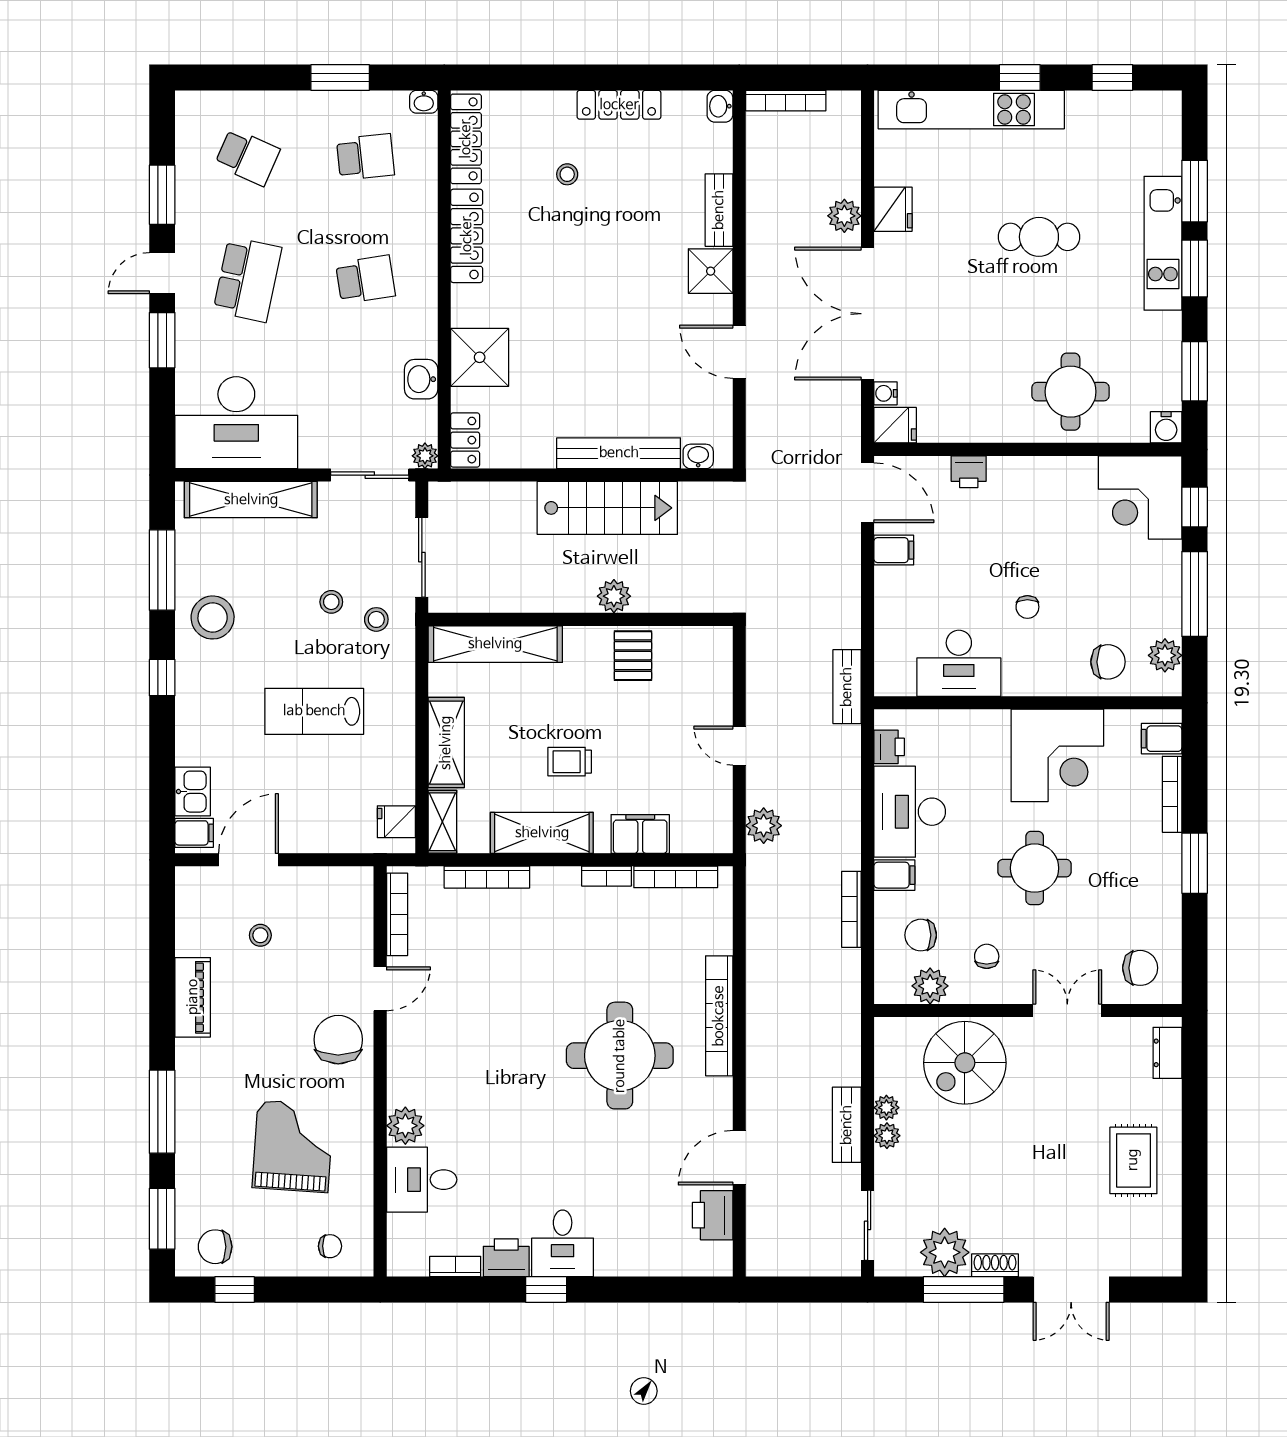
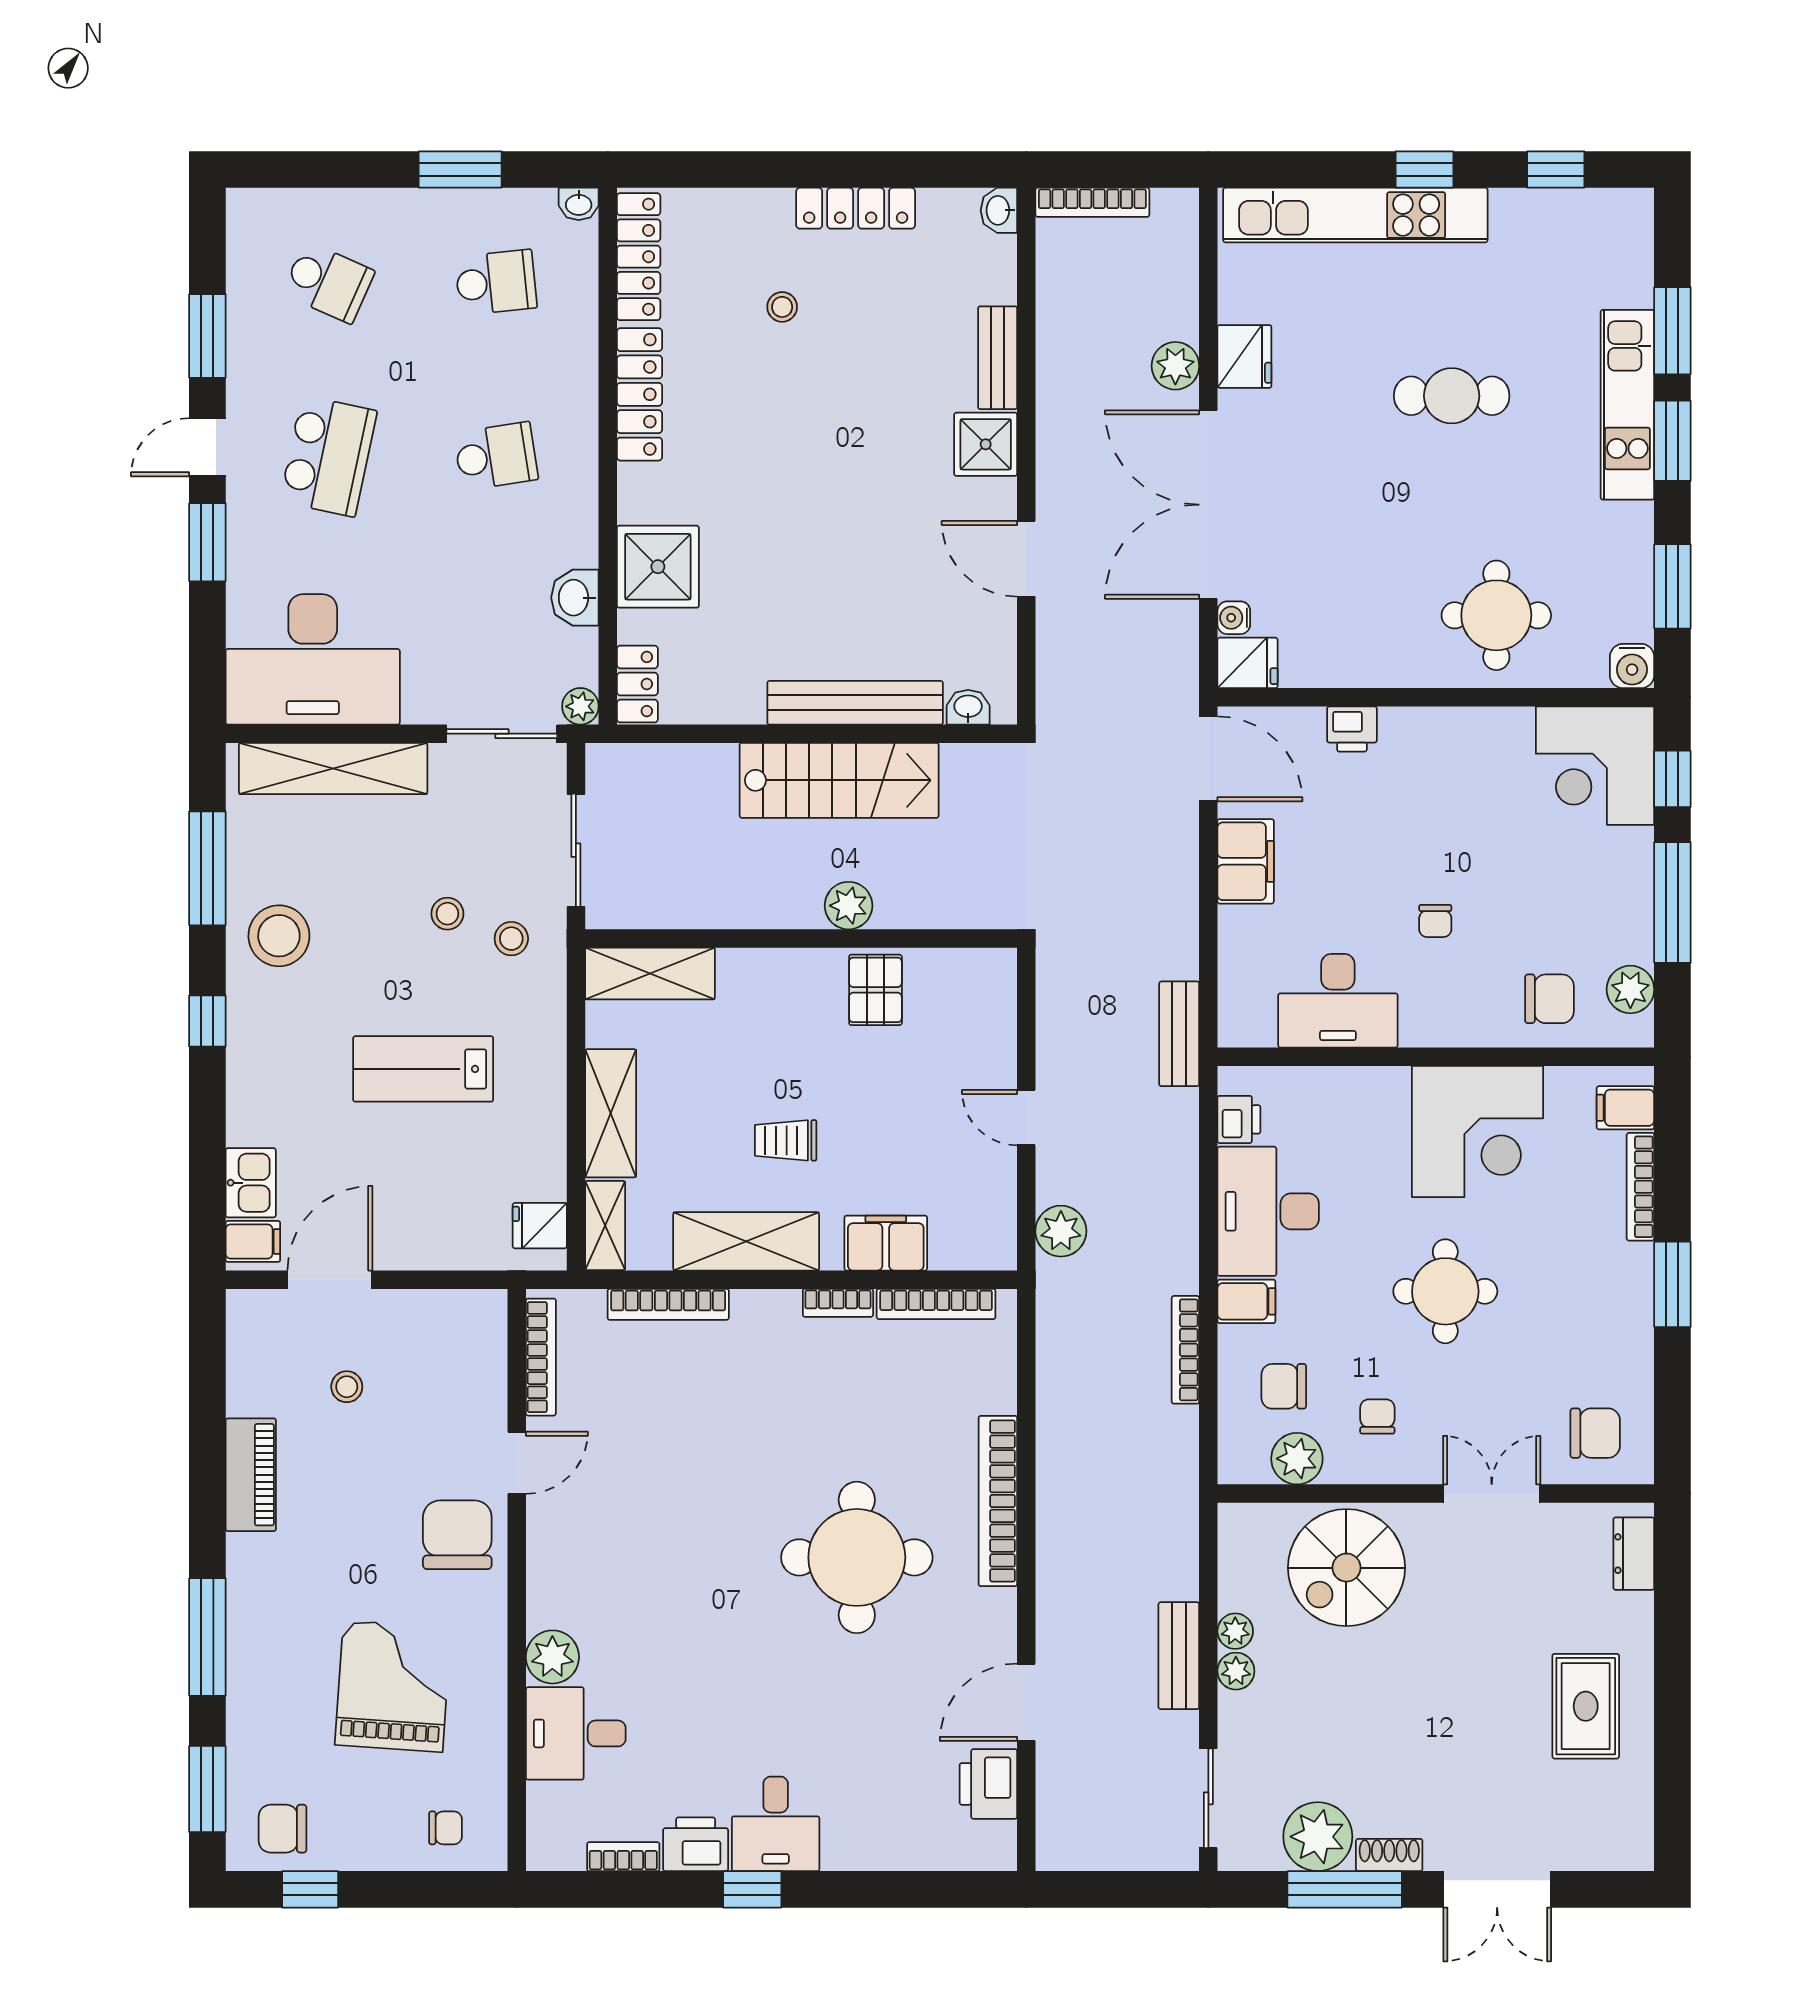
filing cabinet: (894, 550) -> (1246, 861), width x2.00
shelving: (495, 644) -> (650, 973), width x0.68

